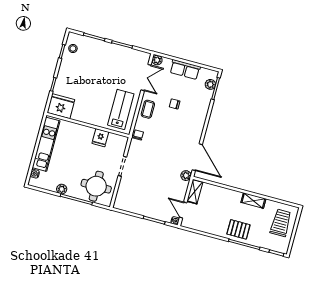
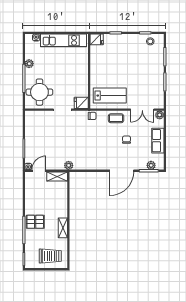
fridge: (61, 106) -> (97, 39), width x0.53, depth x0.75
fridge: (100, 138) -> (81, 103), moved
door: (197, 157) -> (122, 171), moved
pallet: (238, 229) -> (35, 222), turned 90

